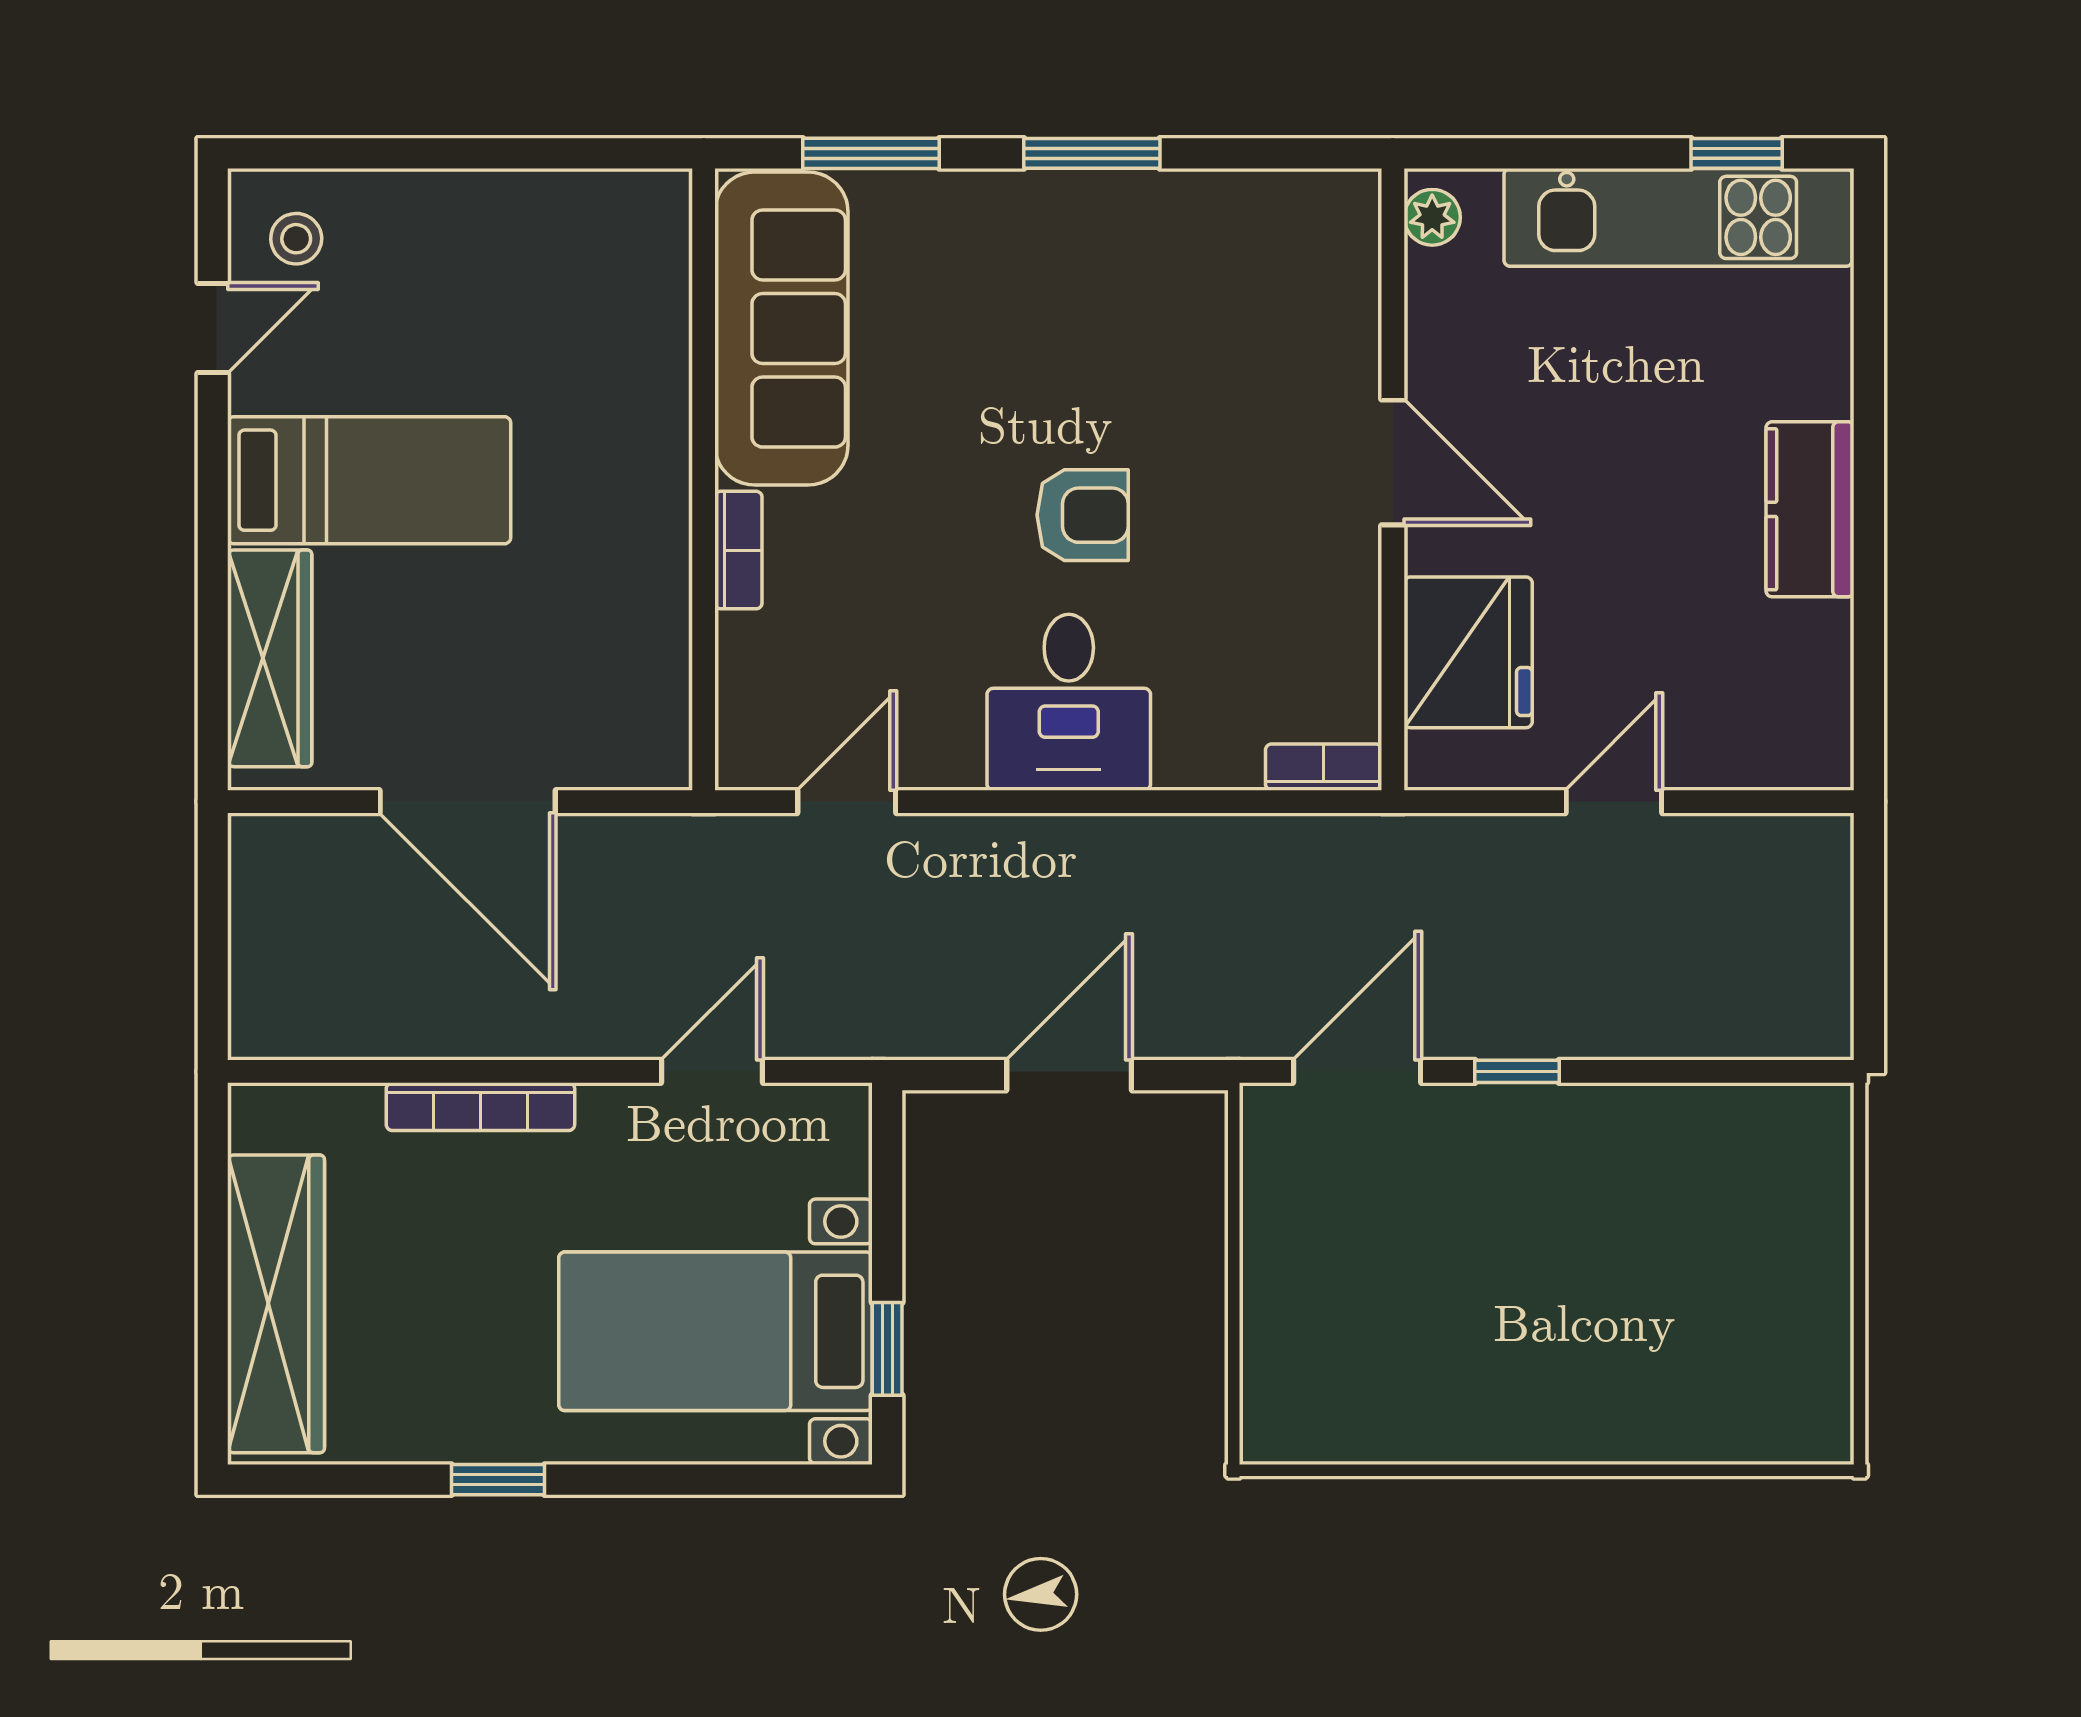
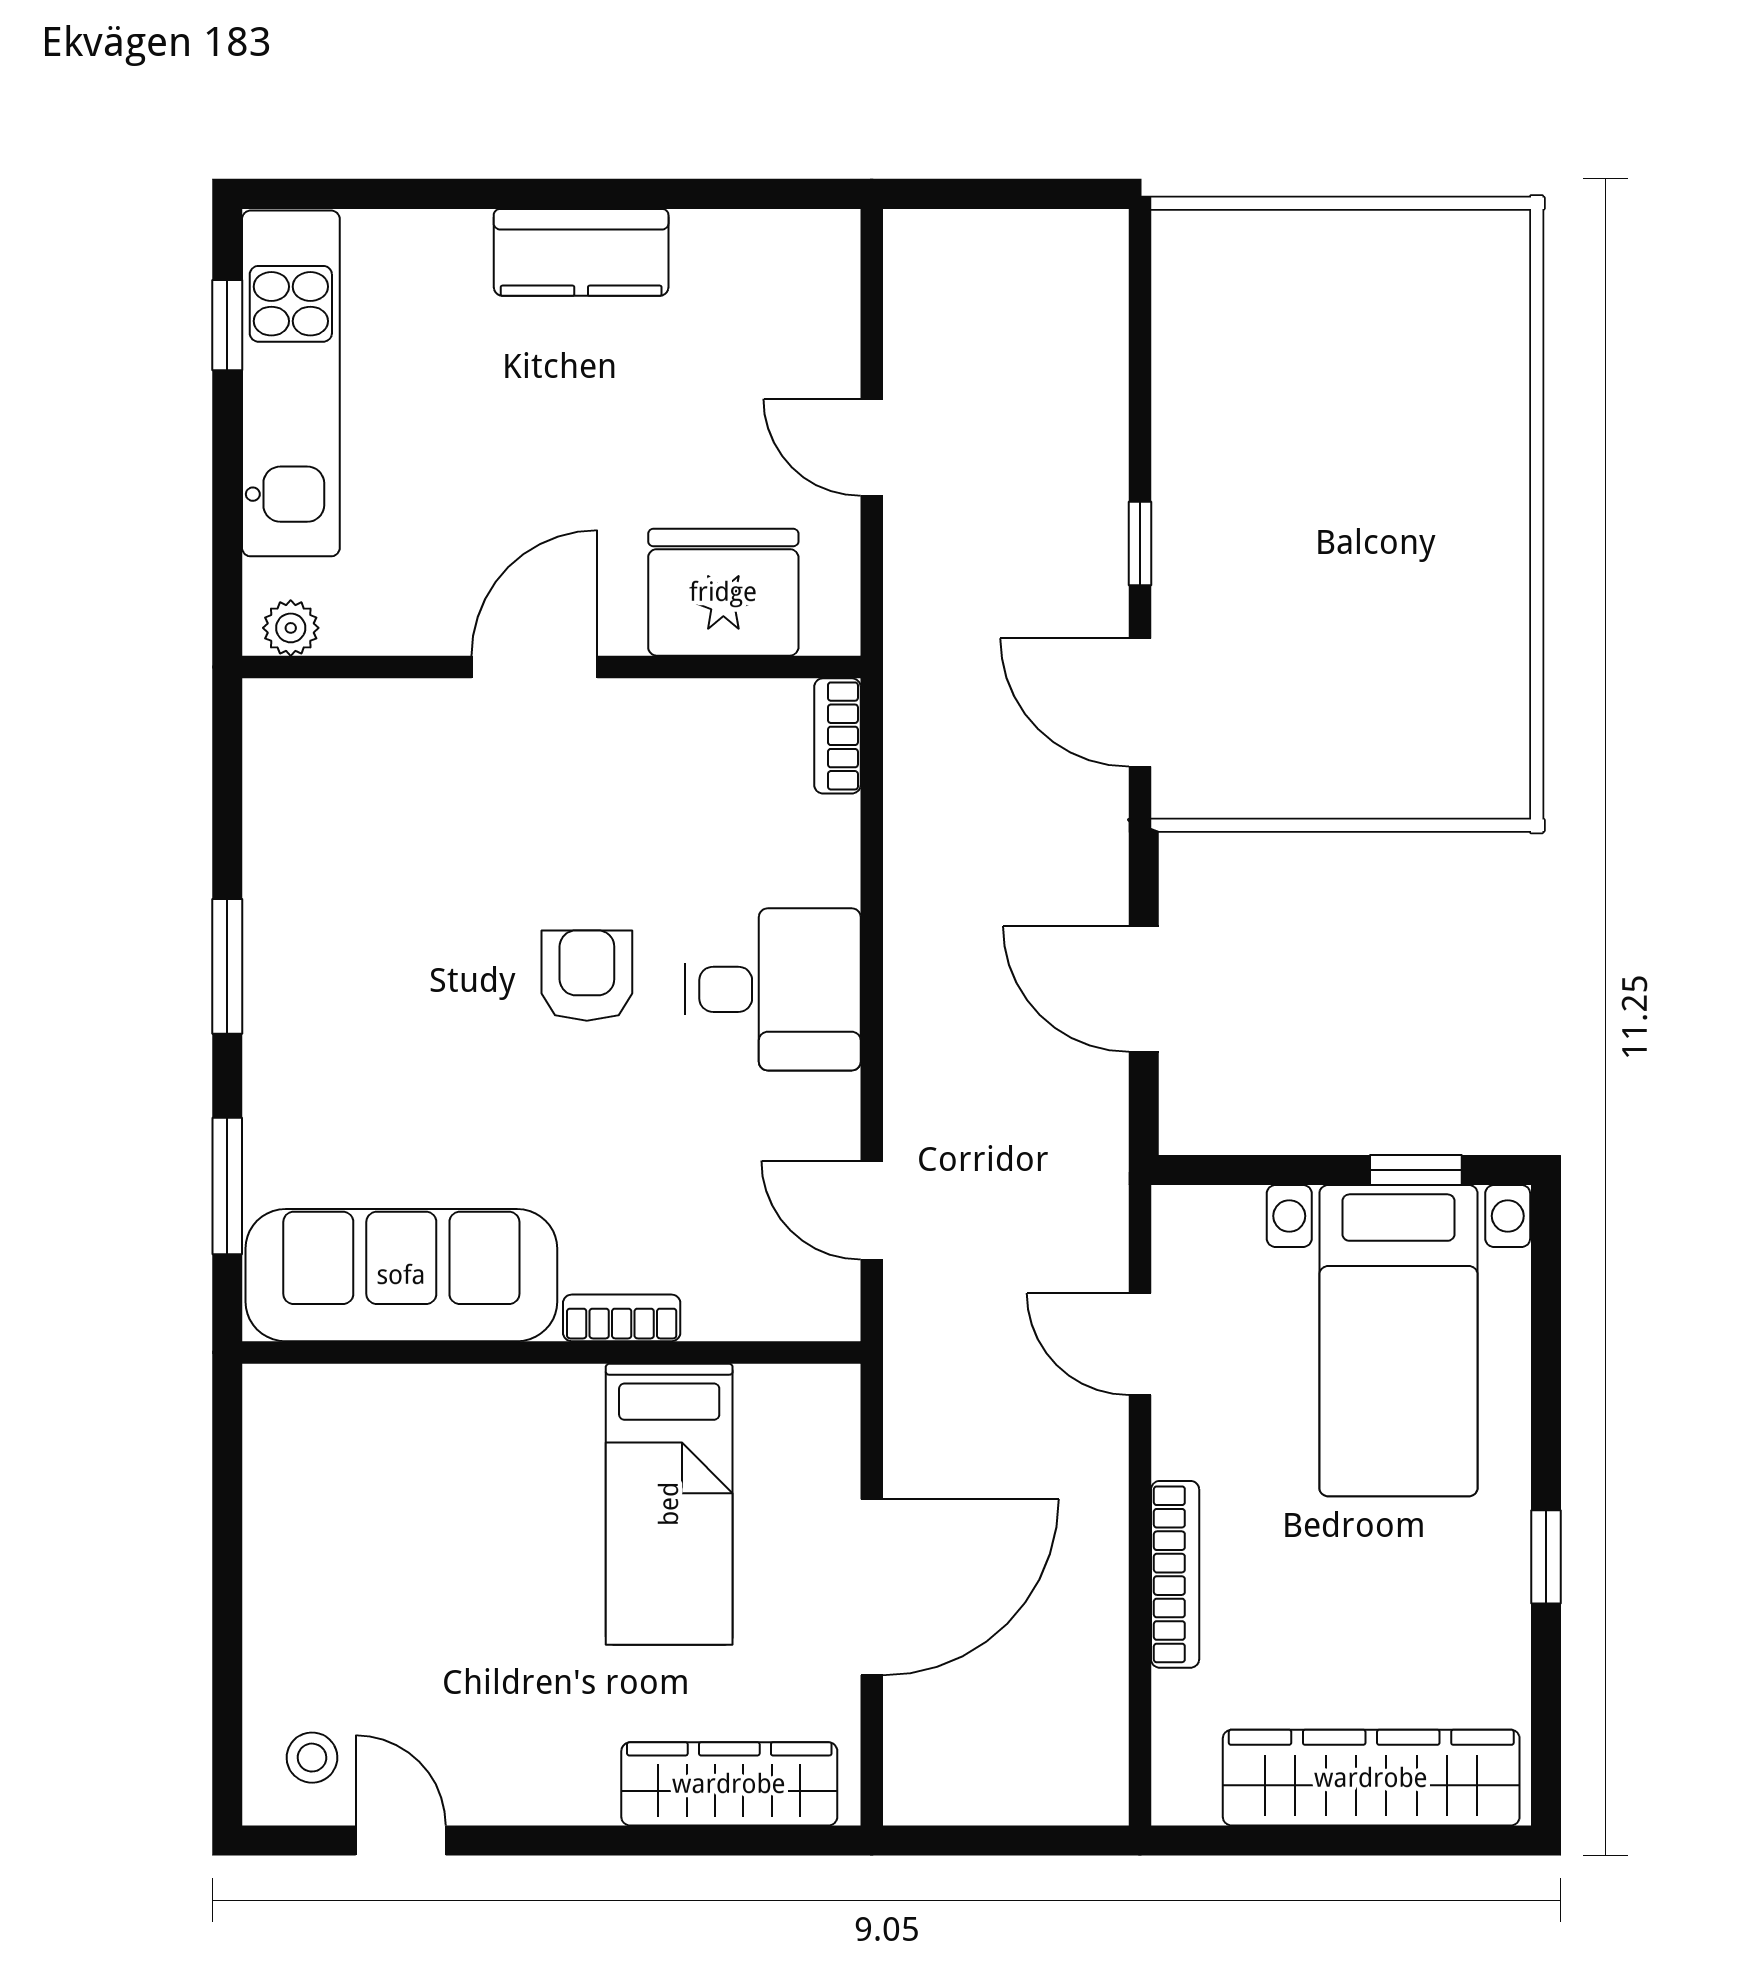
bed: (369, 480) -> (669, 1504), moved, turned 180

